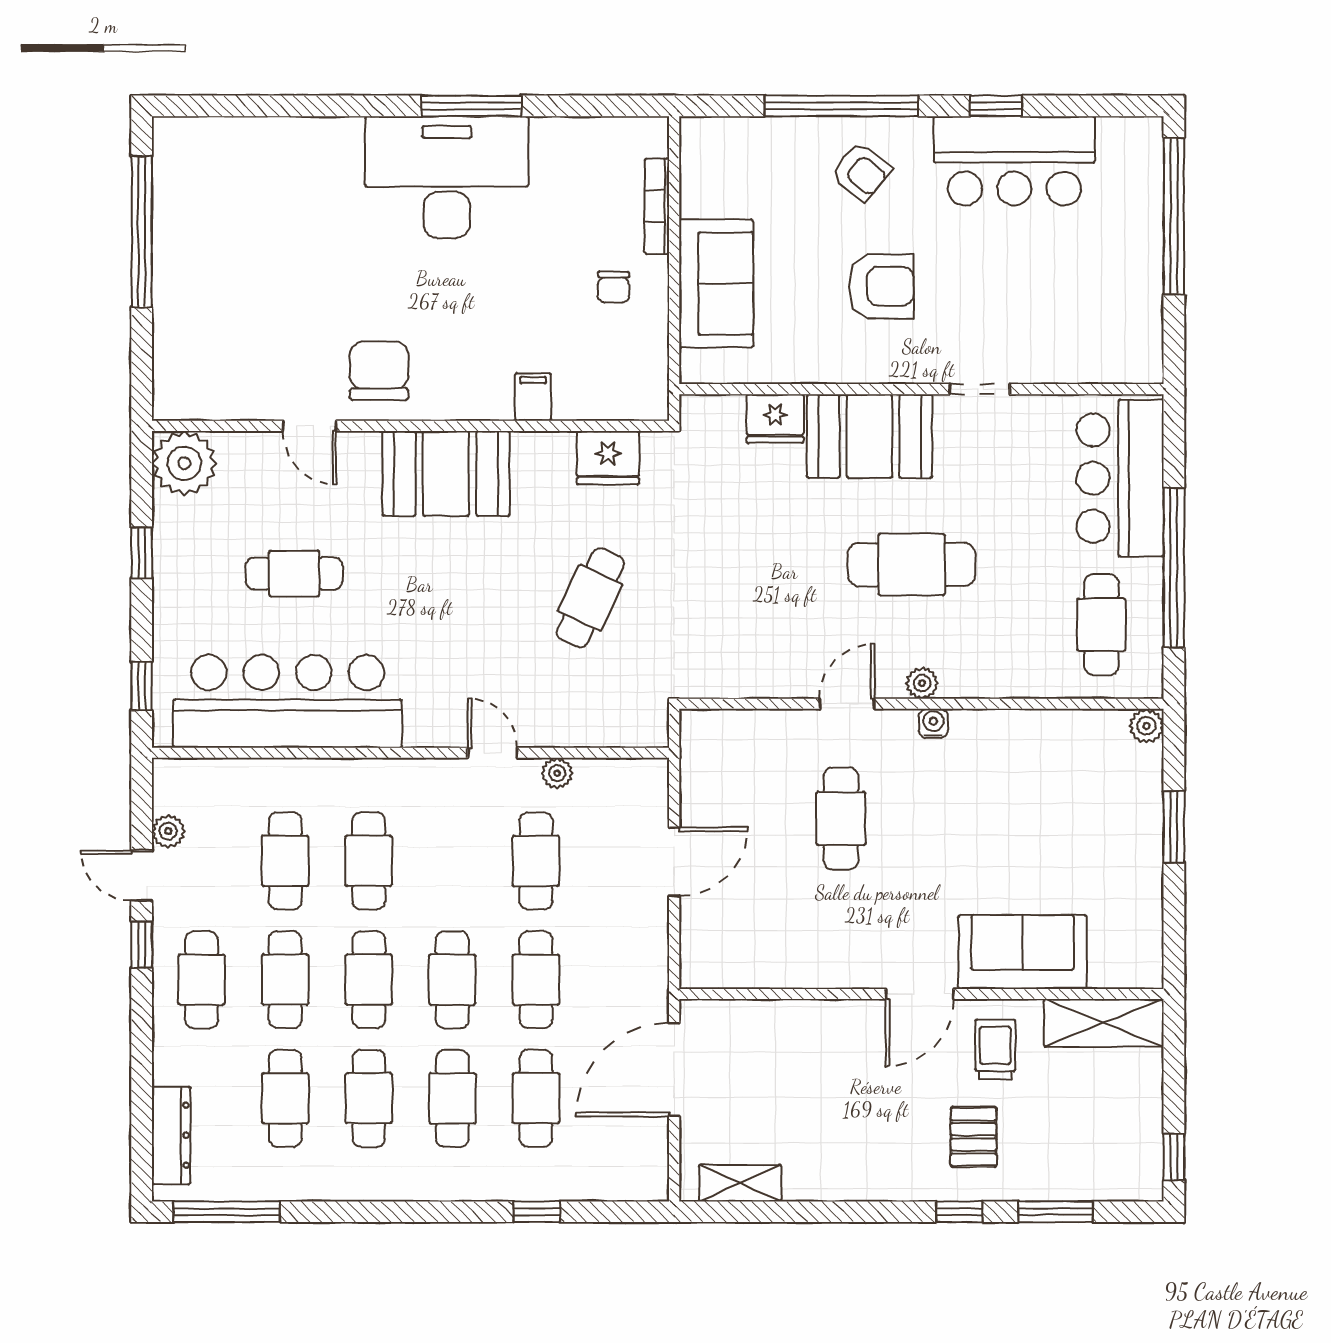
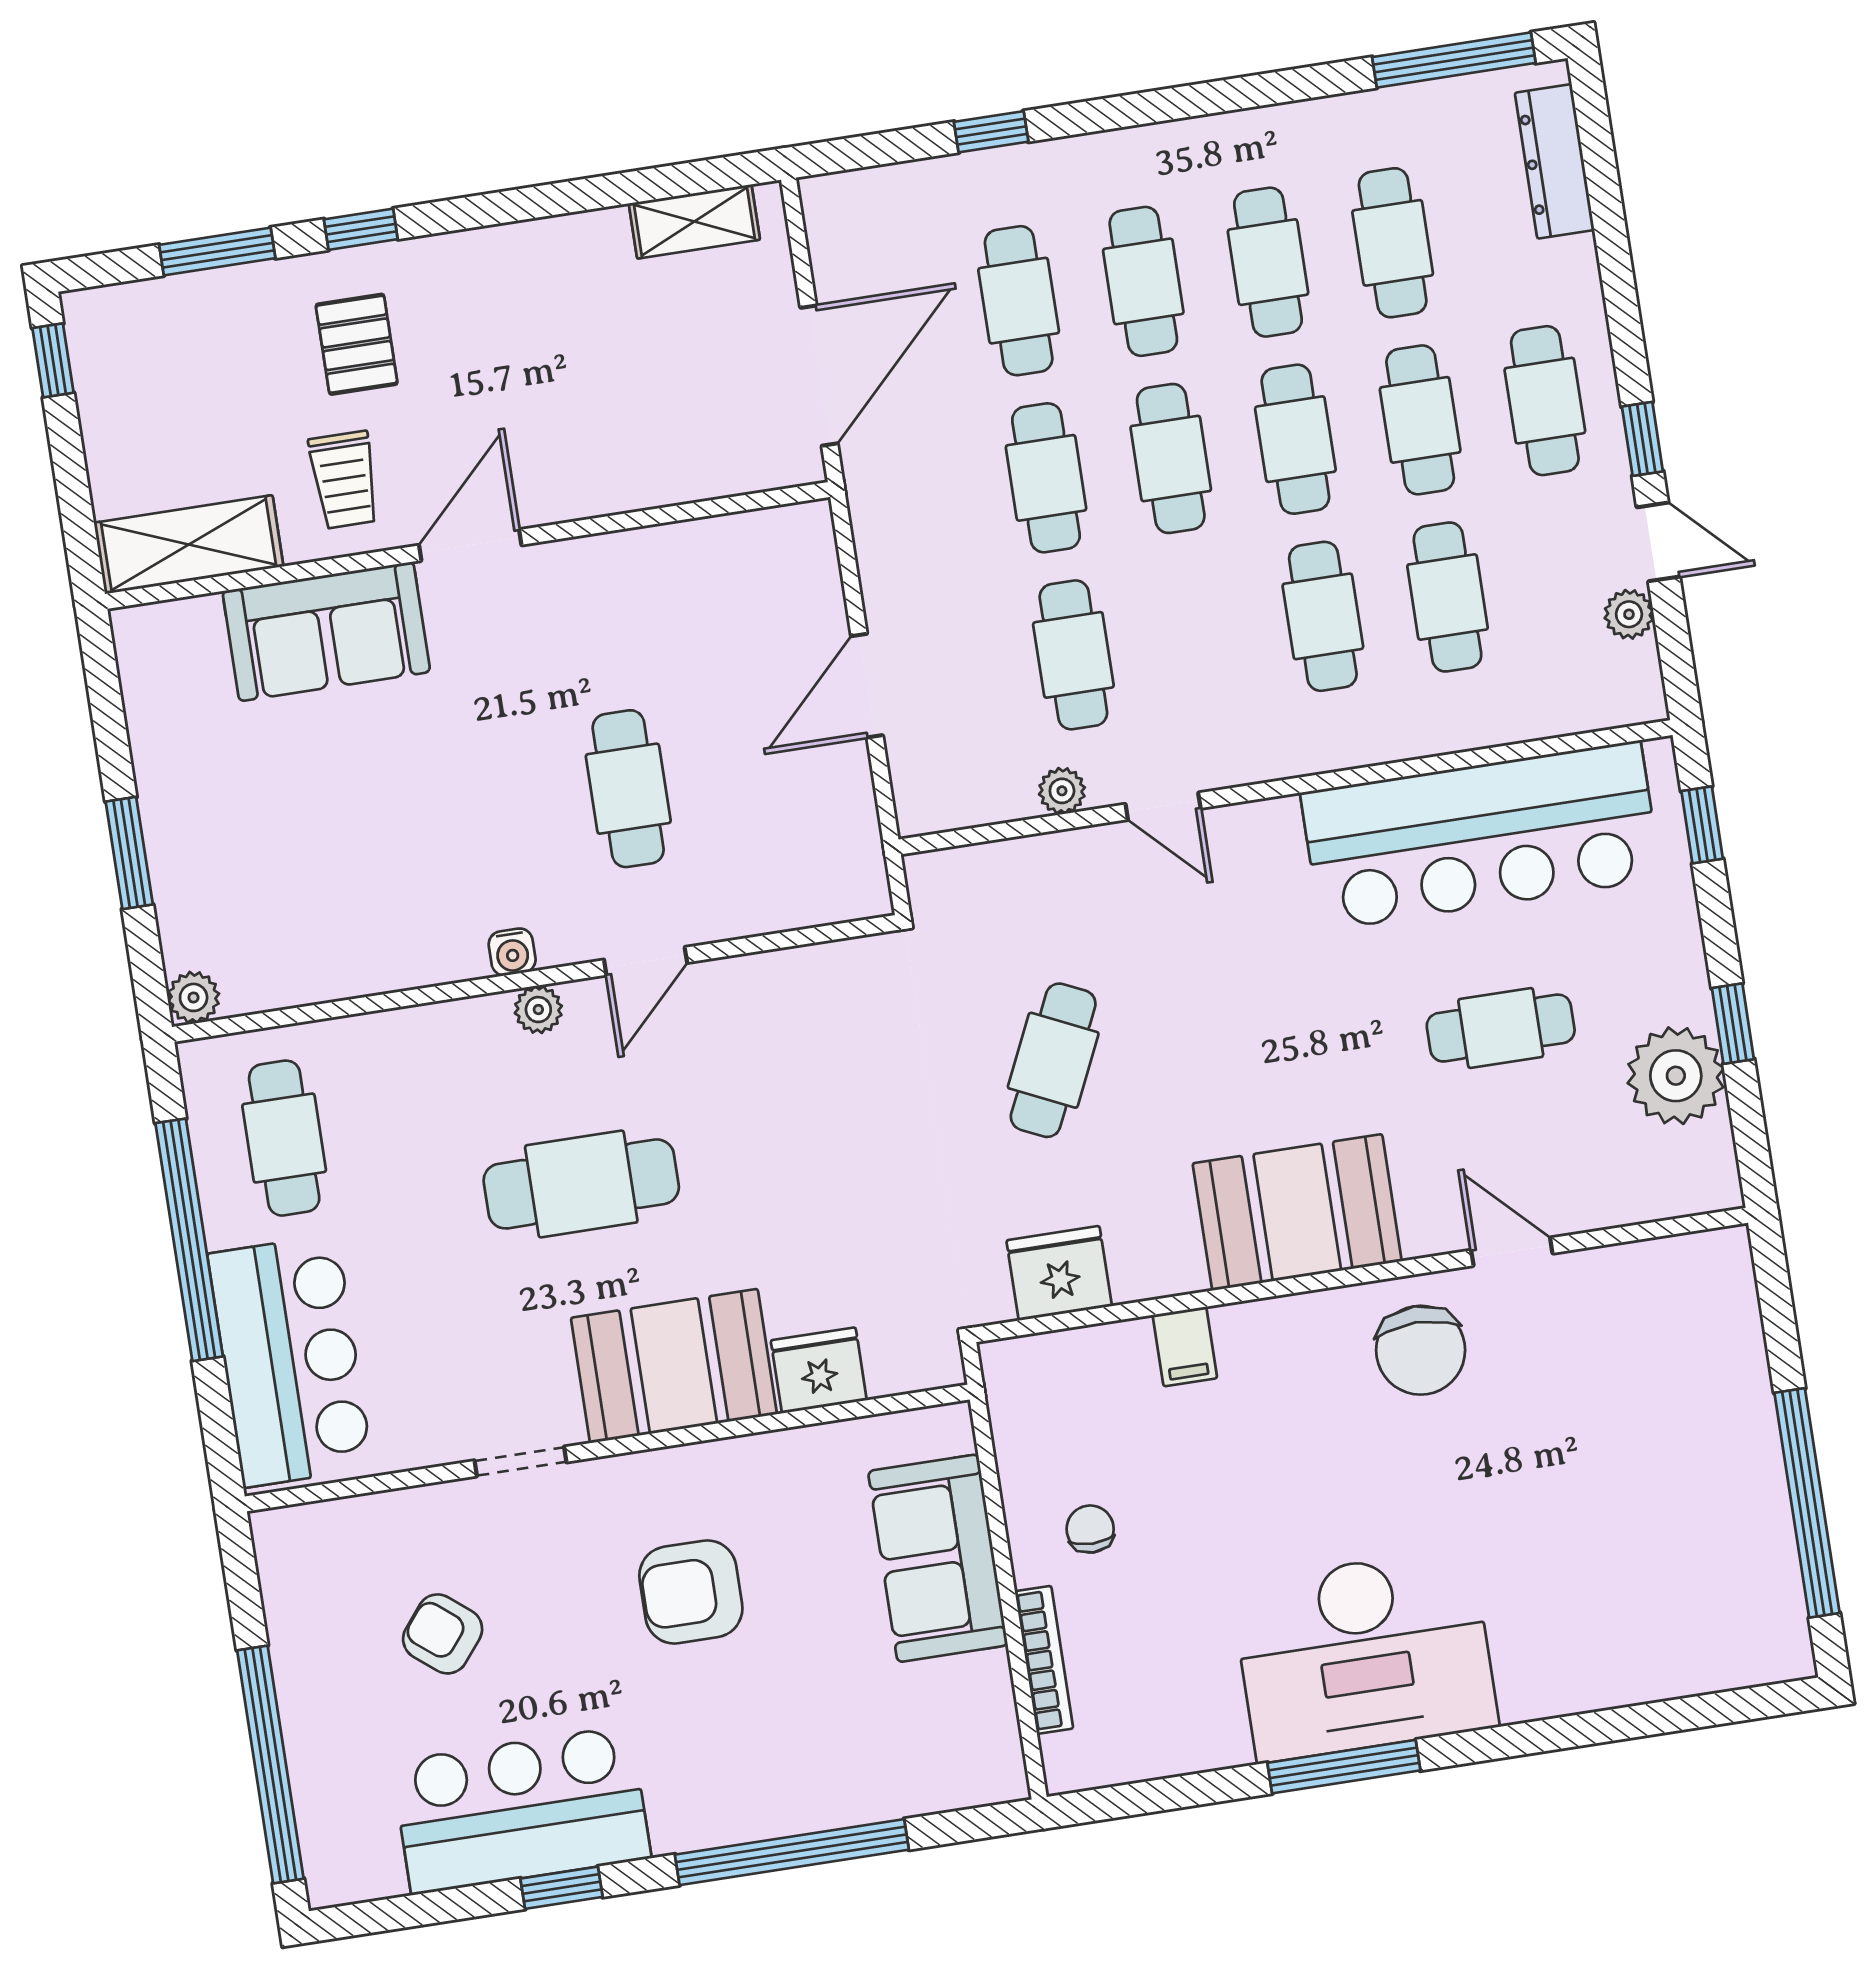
armchair: (861, 172) -> (443, 1634), moved
plant: (184, 463) -> (1676, 1076), moved

